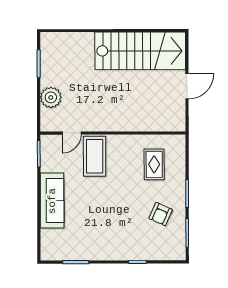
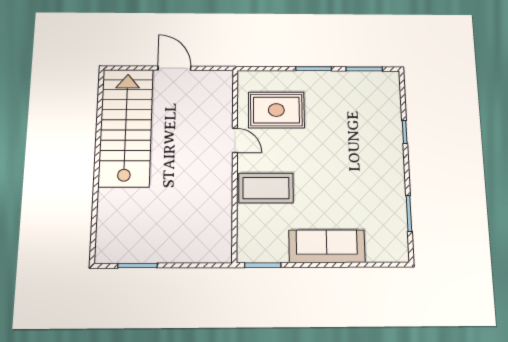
plant: (51, 97) -> (185, 248), removed
door: (72, 133) -> (235, 140), moved
rug: (154, 164) -> (276, 110), width x1.36, depth x1.43
armchair: (161, 214) -> (341, 102), removed

